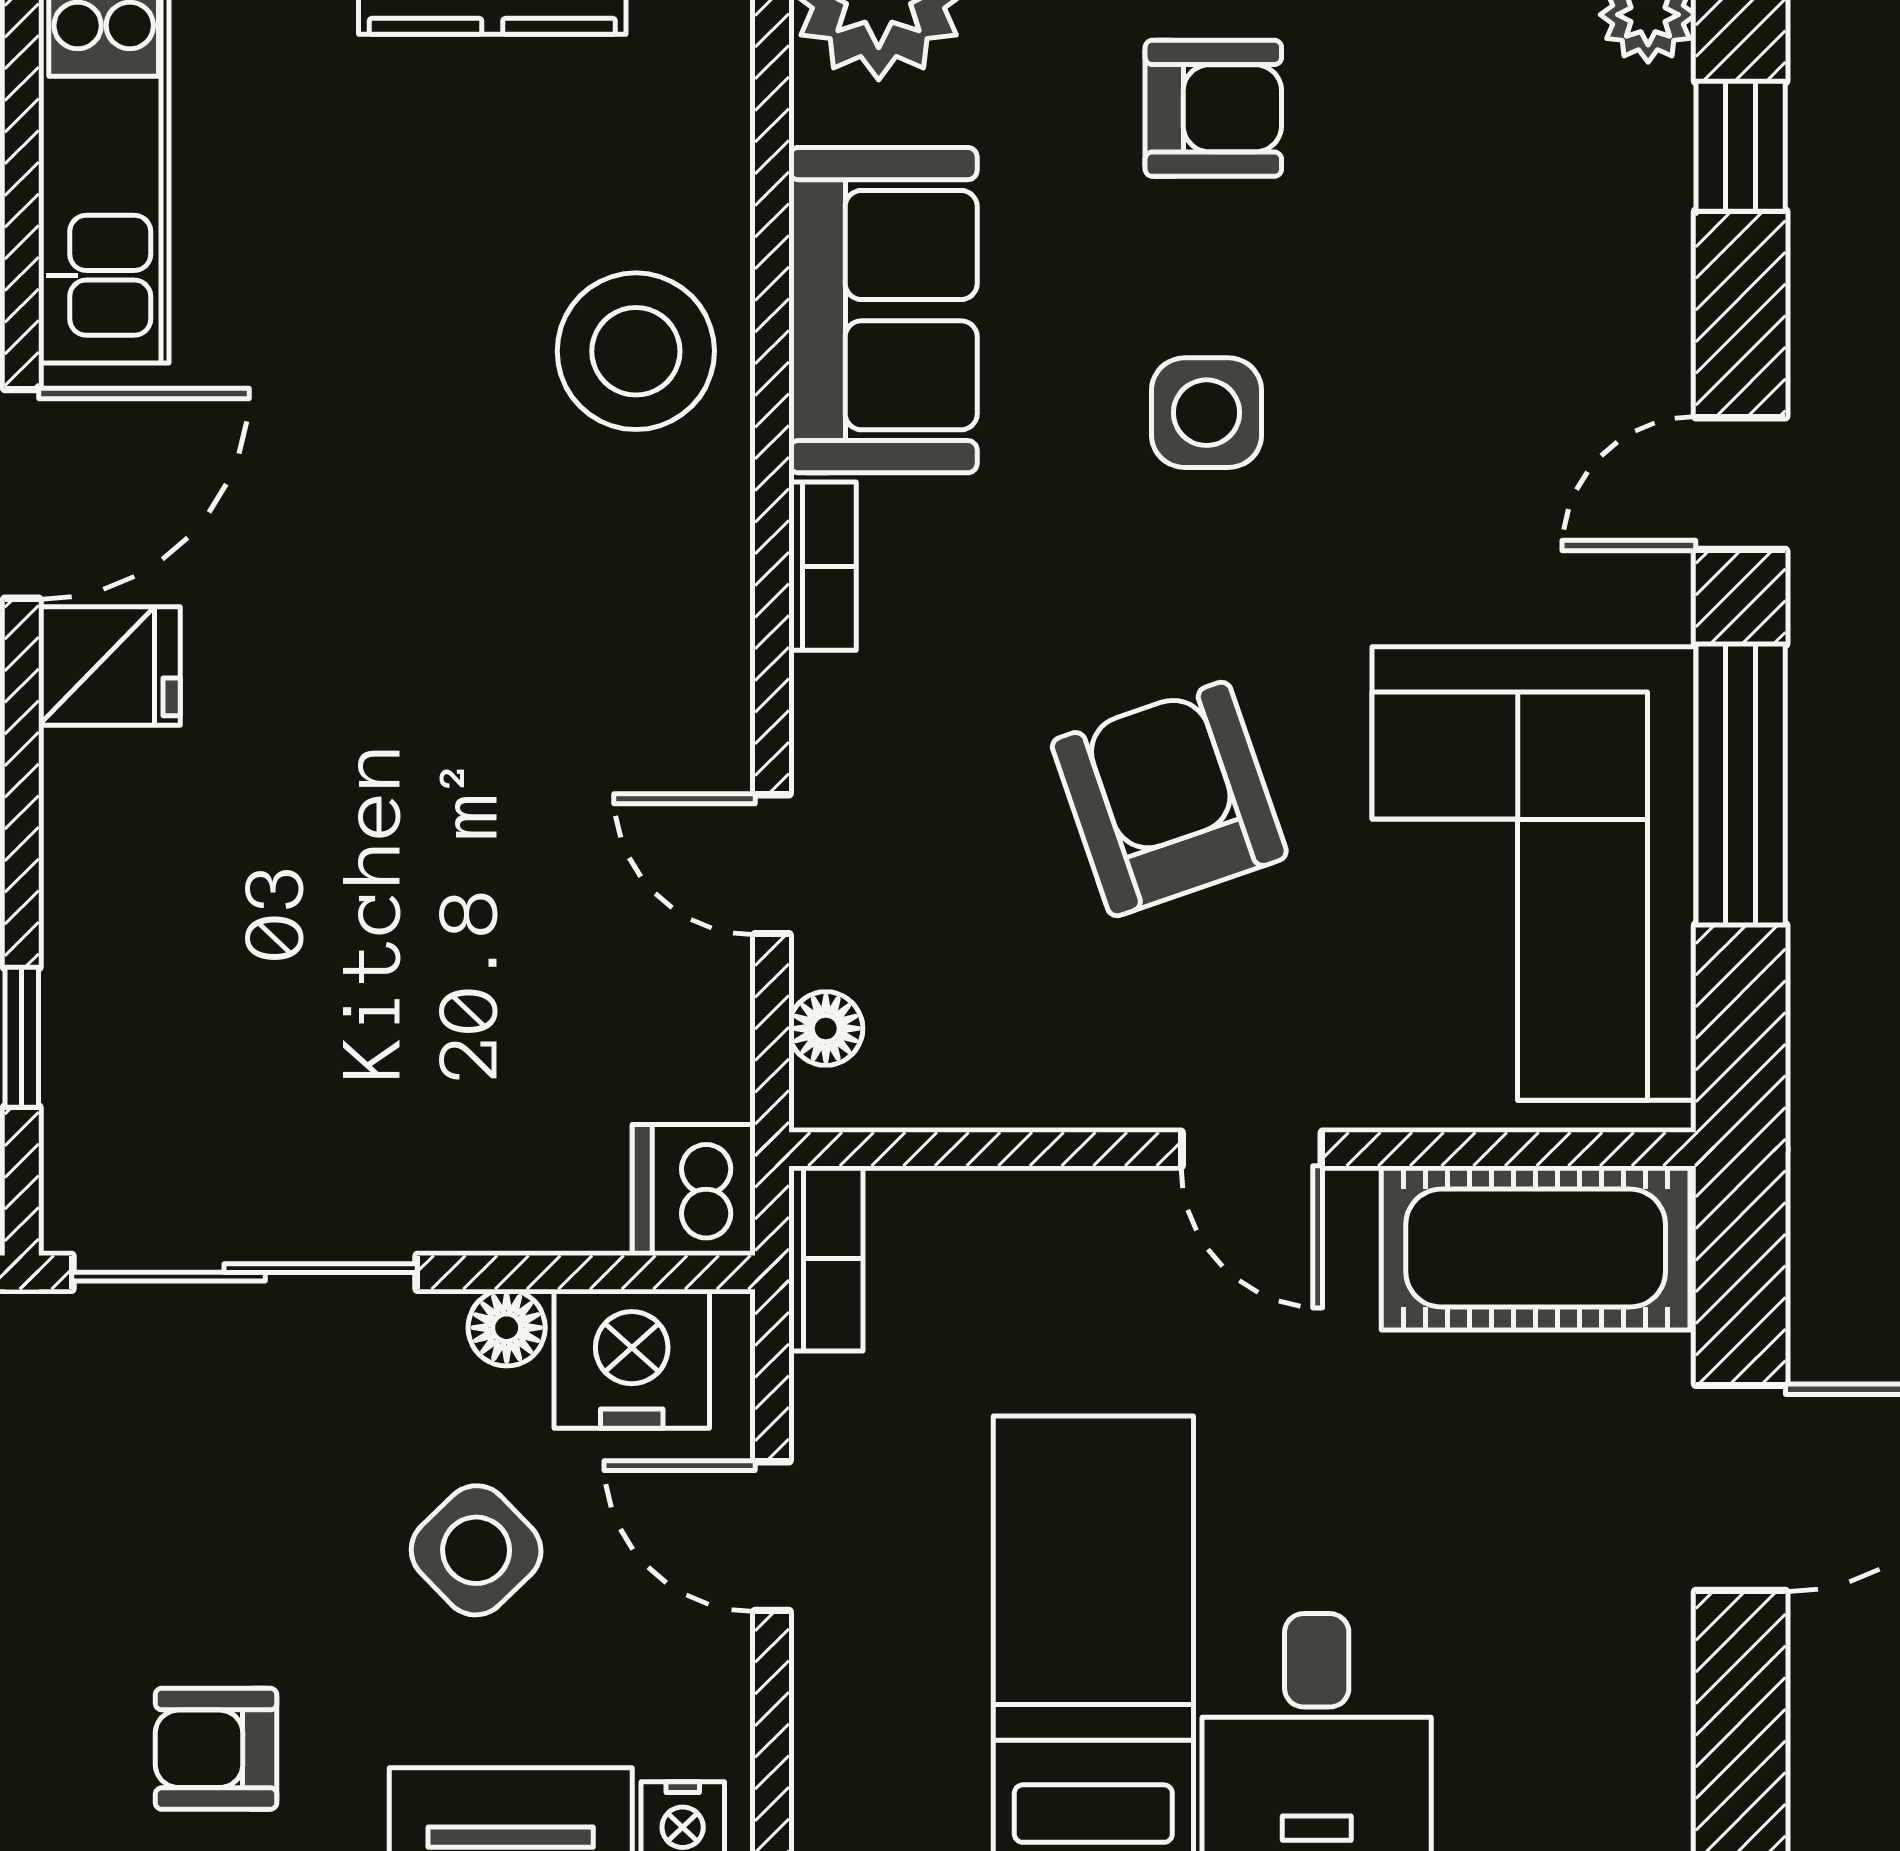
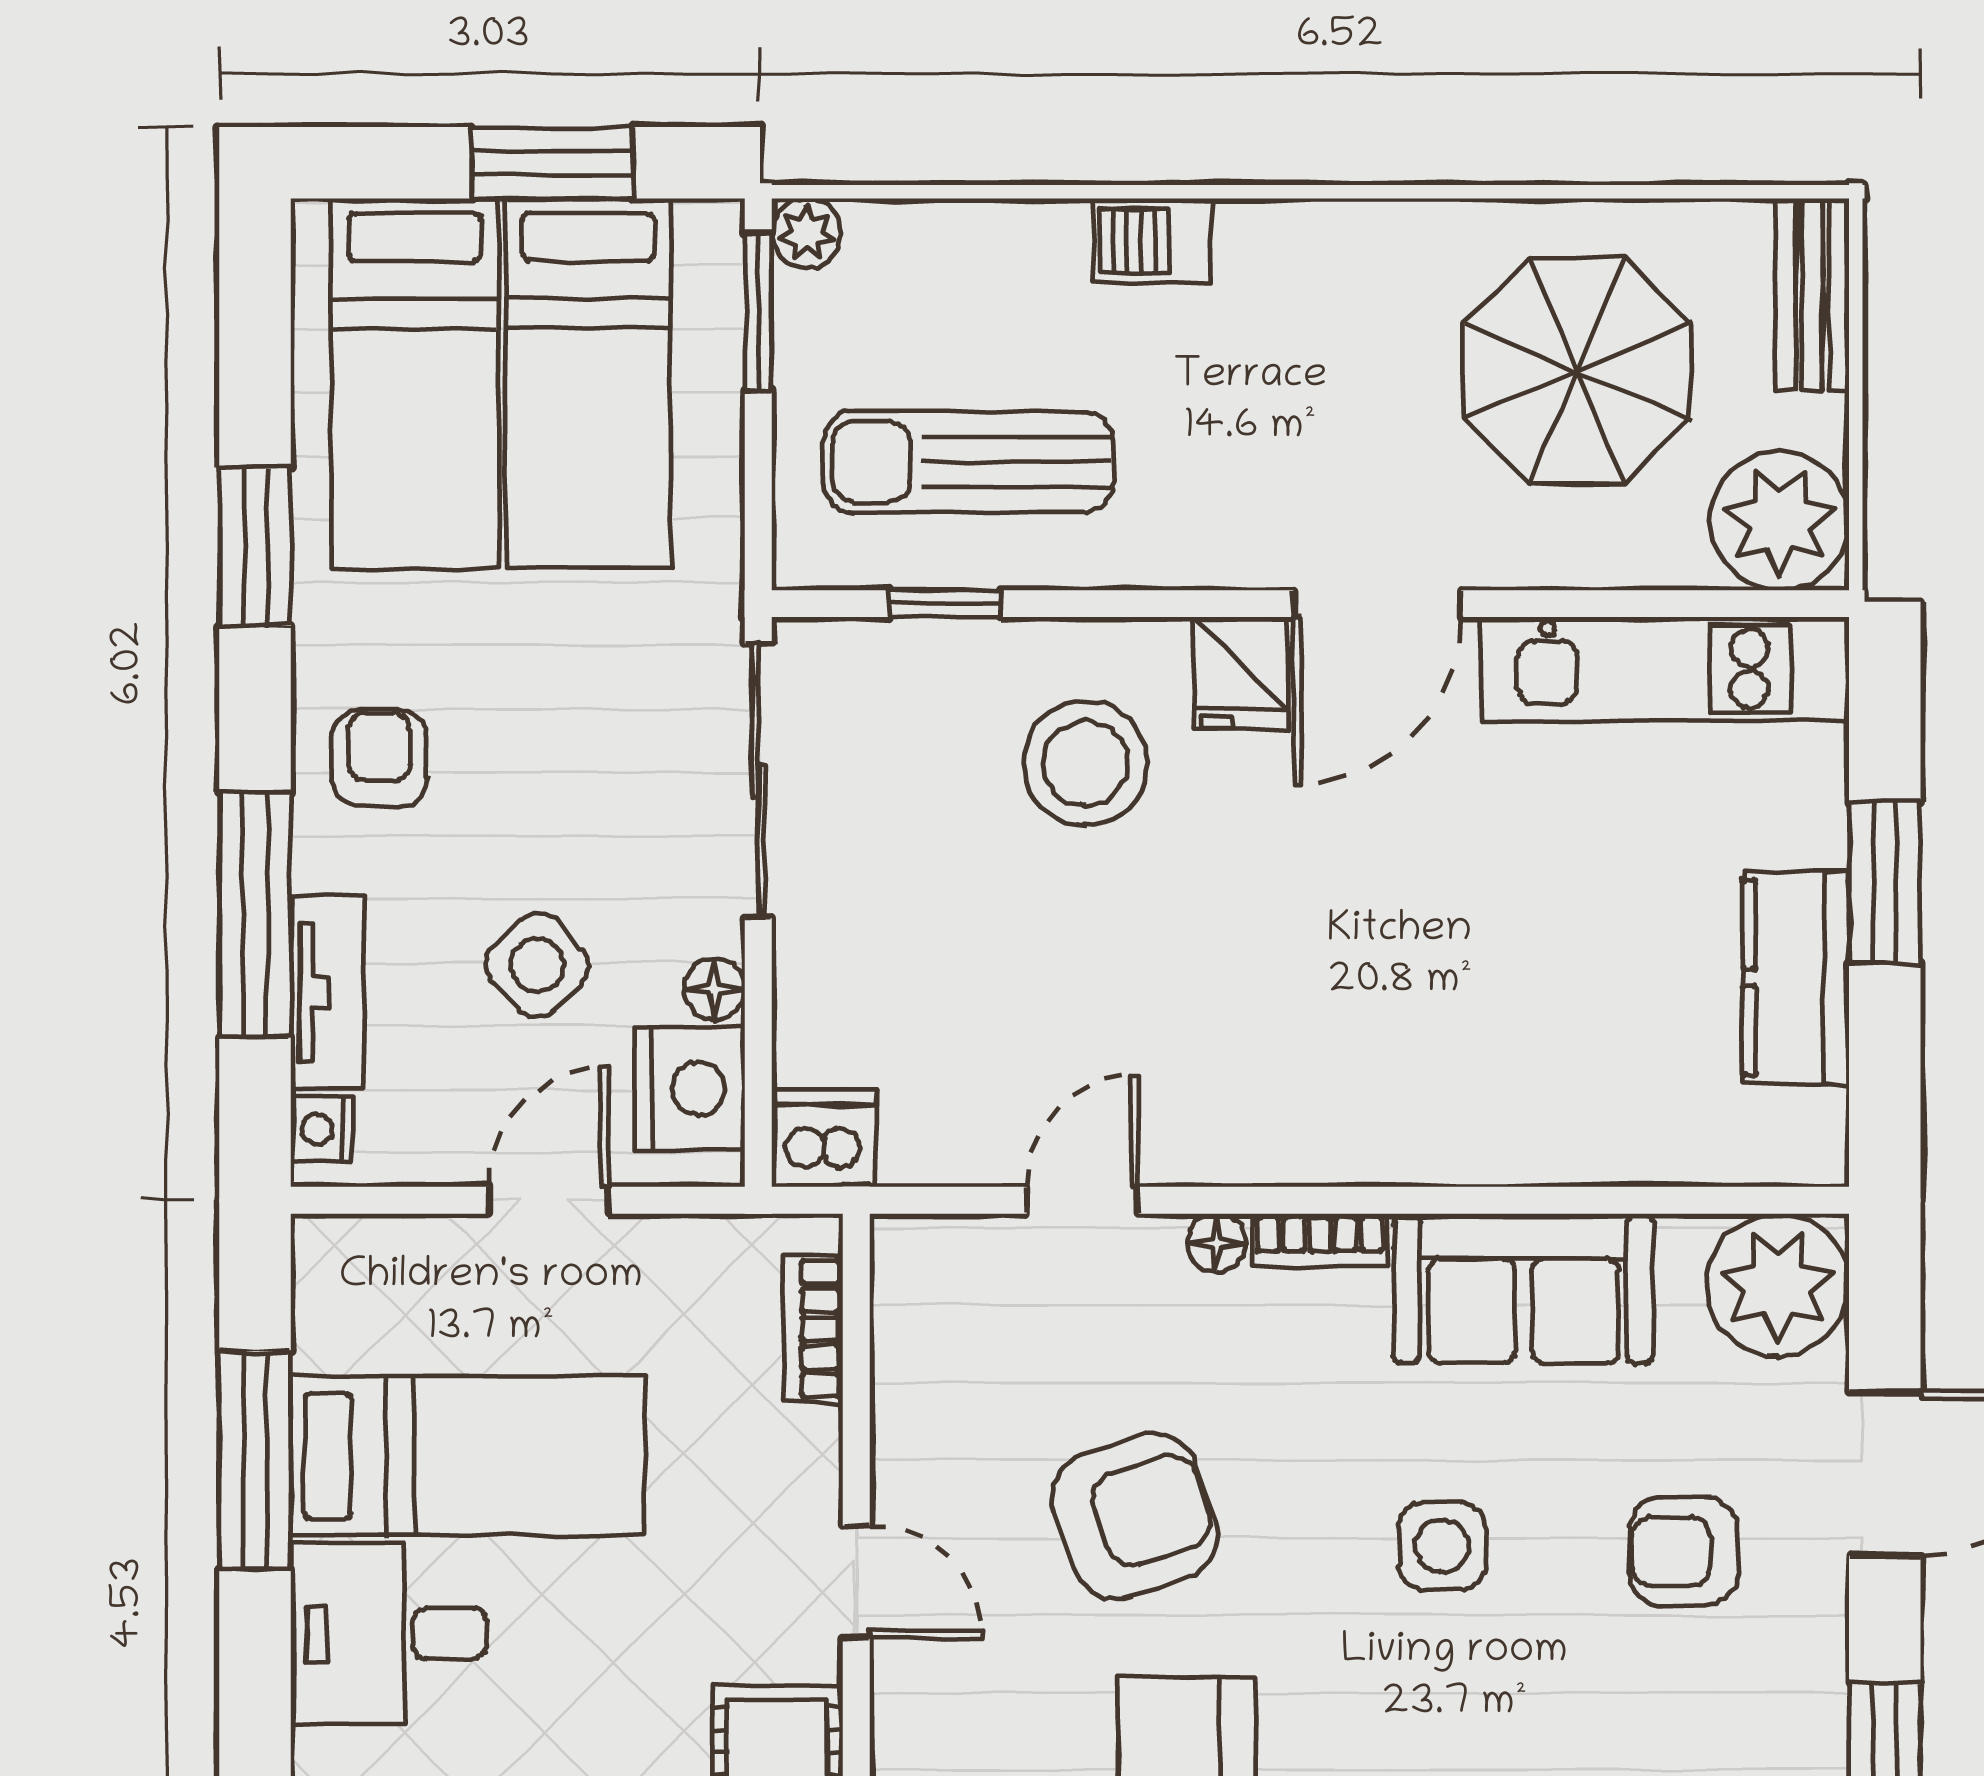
armchair: (1213, 108) -> (1684, 1551), turned 90
stool: (636, 351) -> (1085, 763), moved
door: (22, 494) -> (1377, 604), hinge flipped
floor lamp: (826, 1028) -> (1216, 1243), moved
door: (1252, 1149) -> (856, 1582), swing flipped
bookcase: (826, 1259) -> (813, 1329), moved, turned 90

